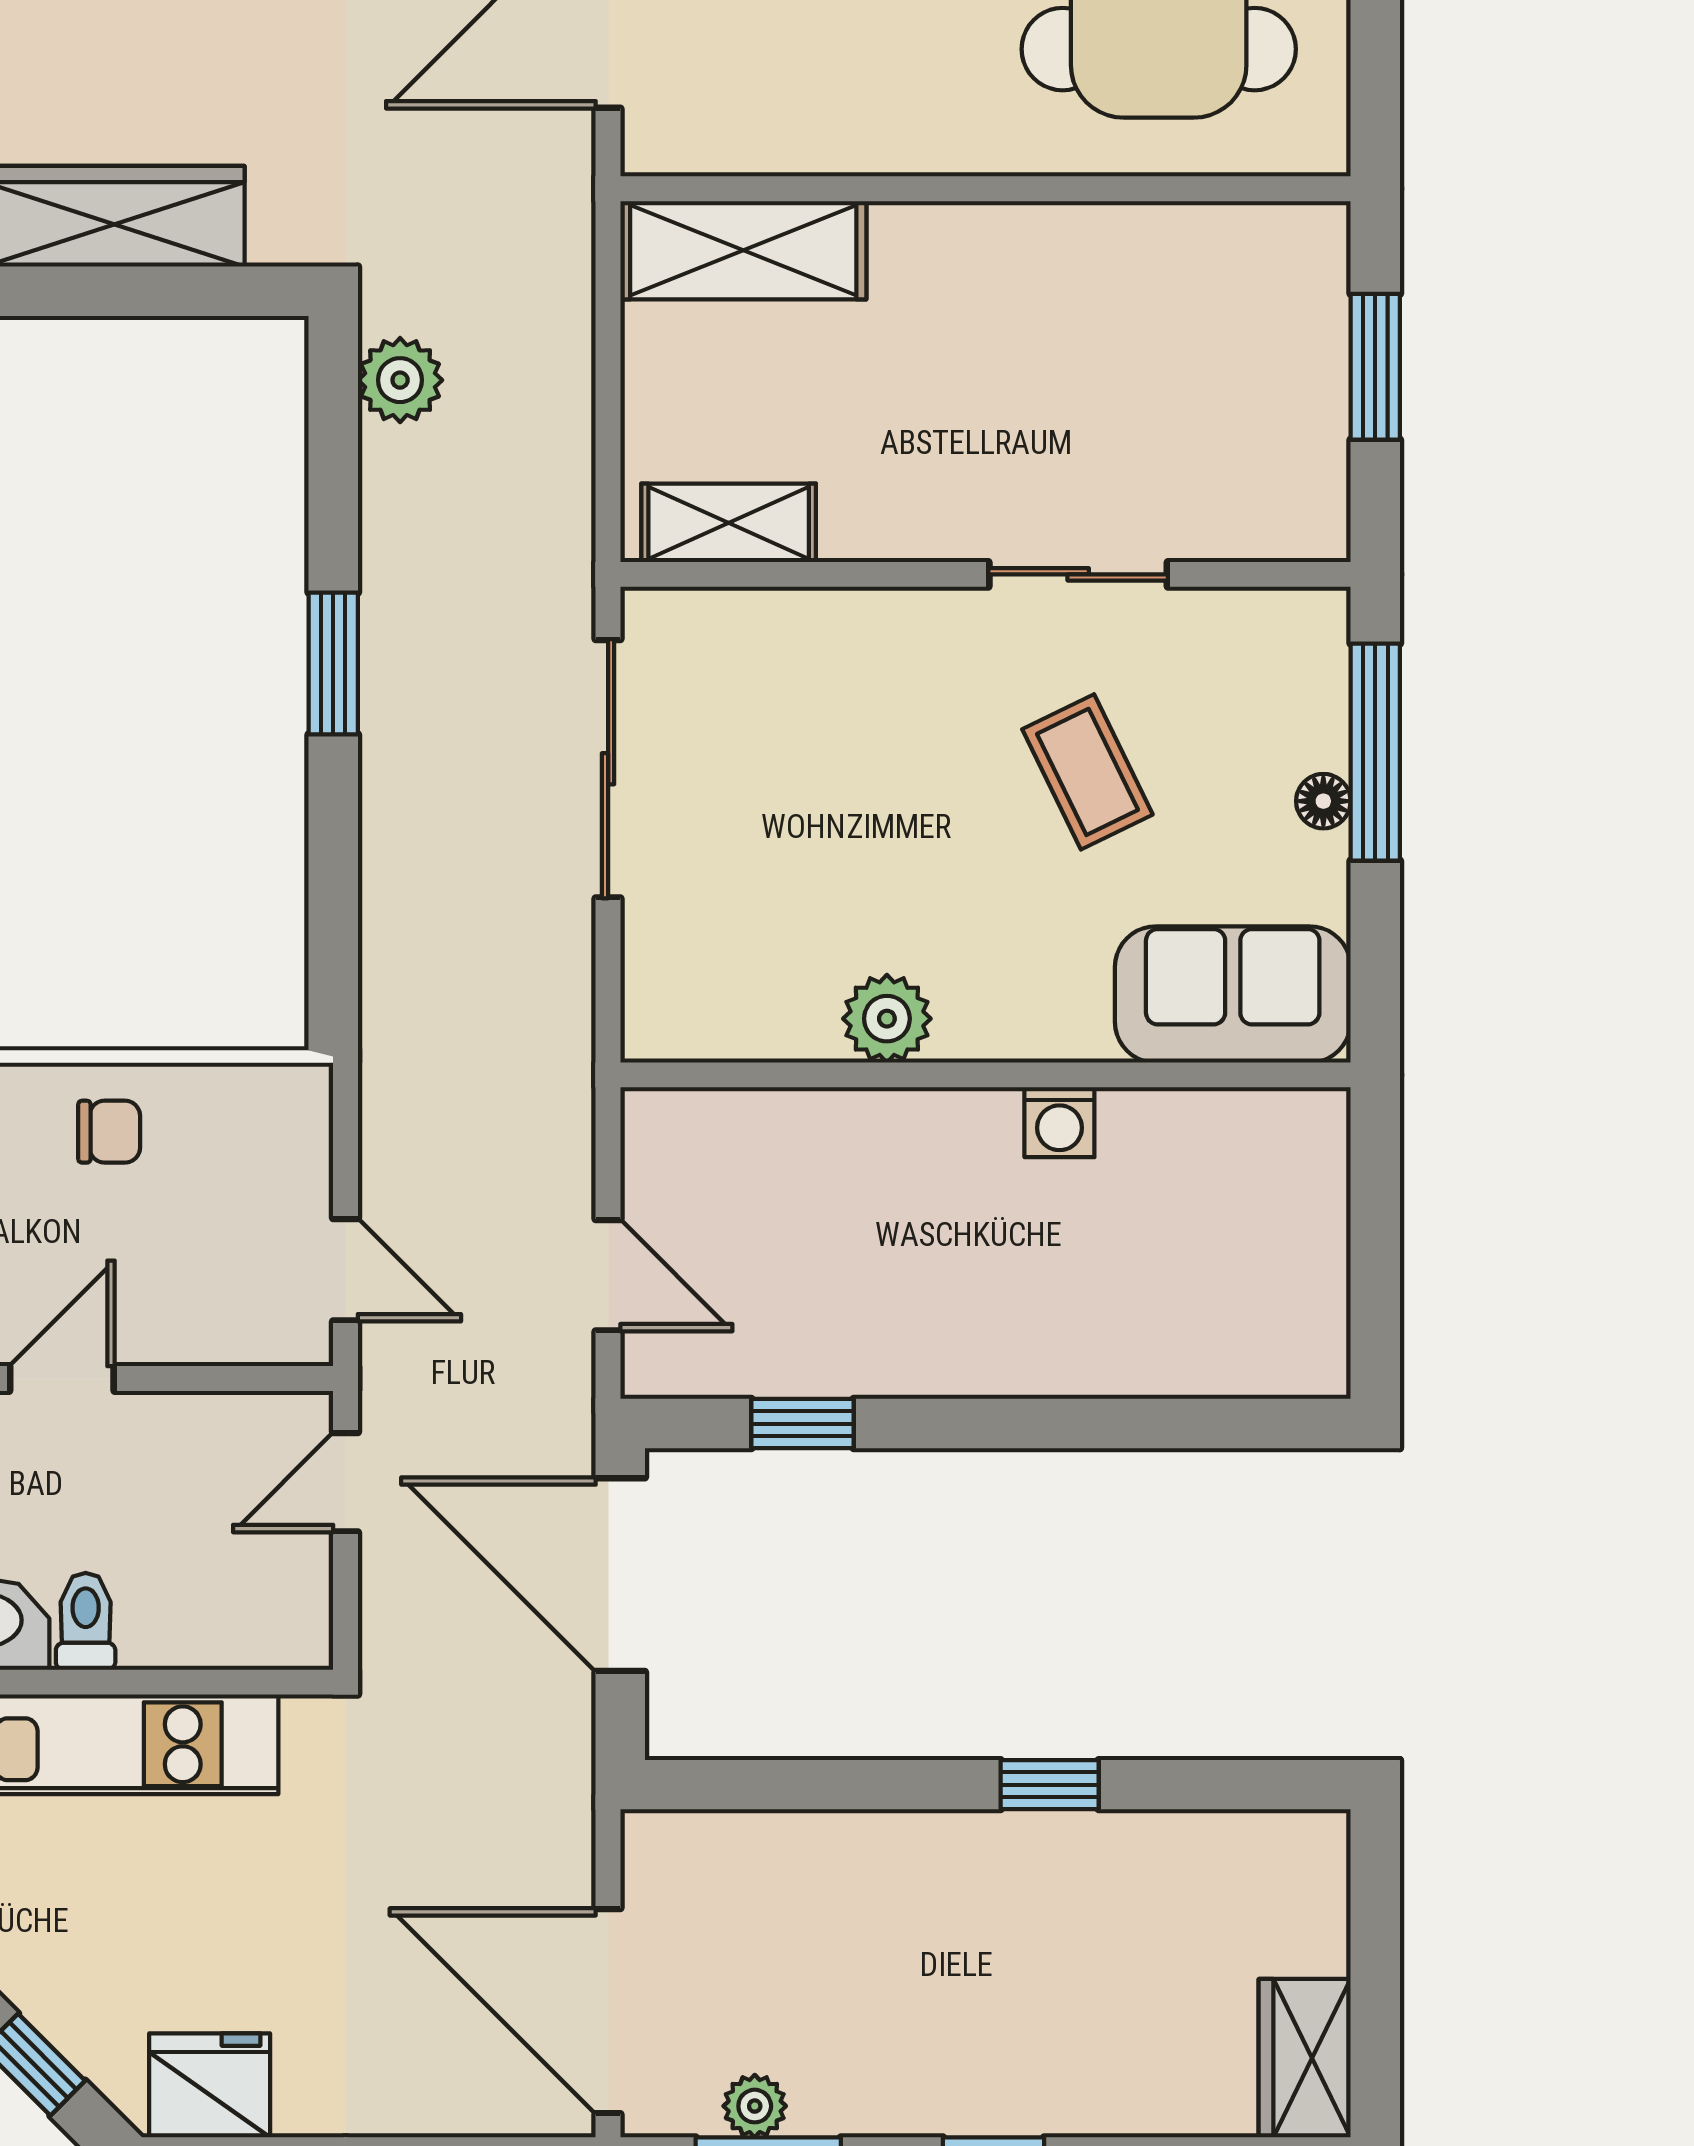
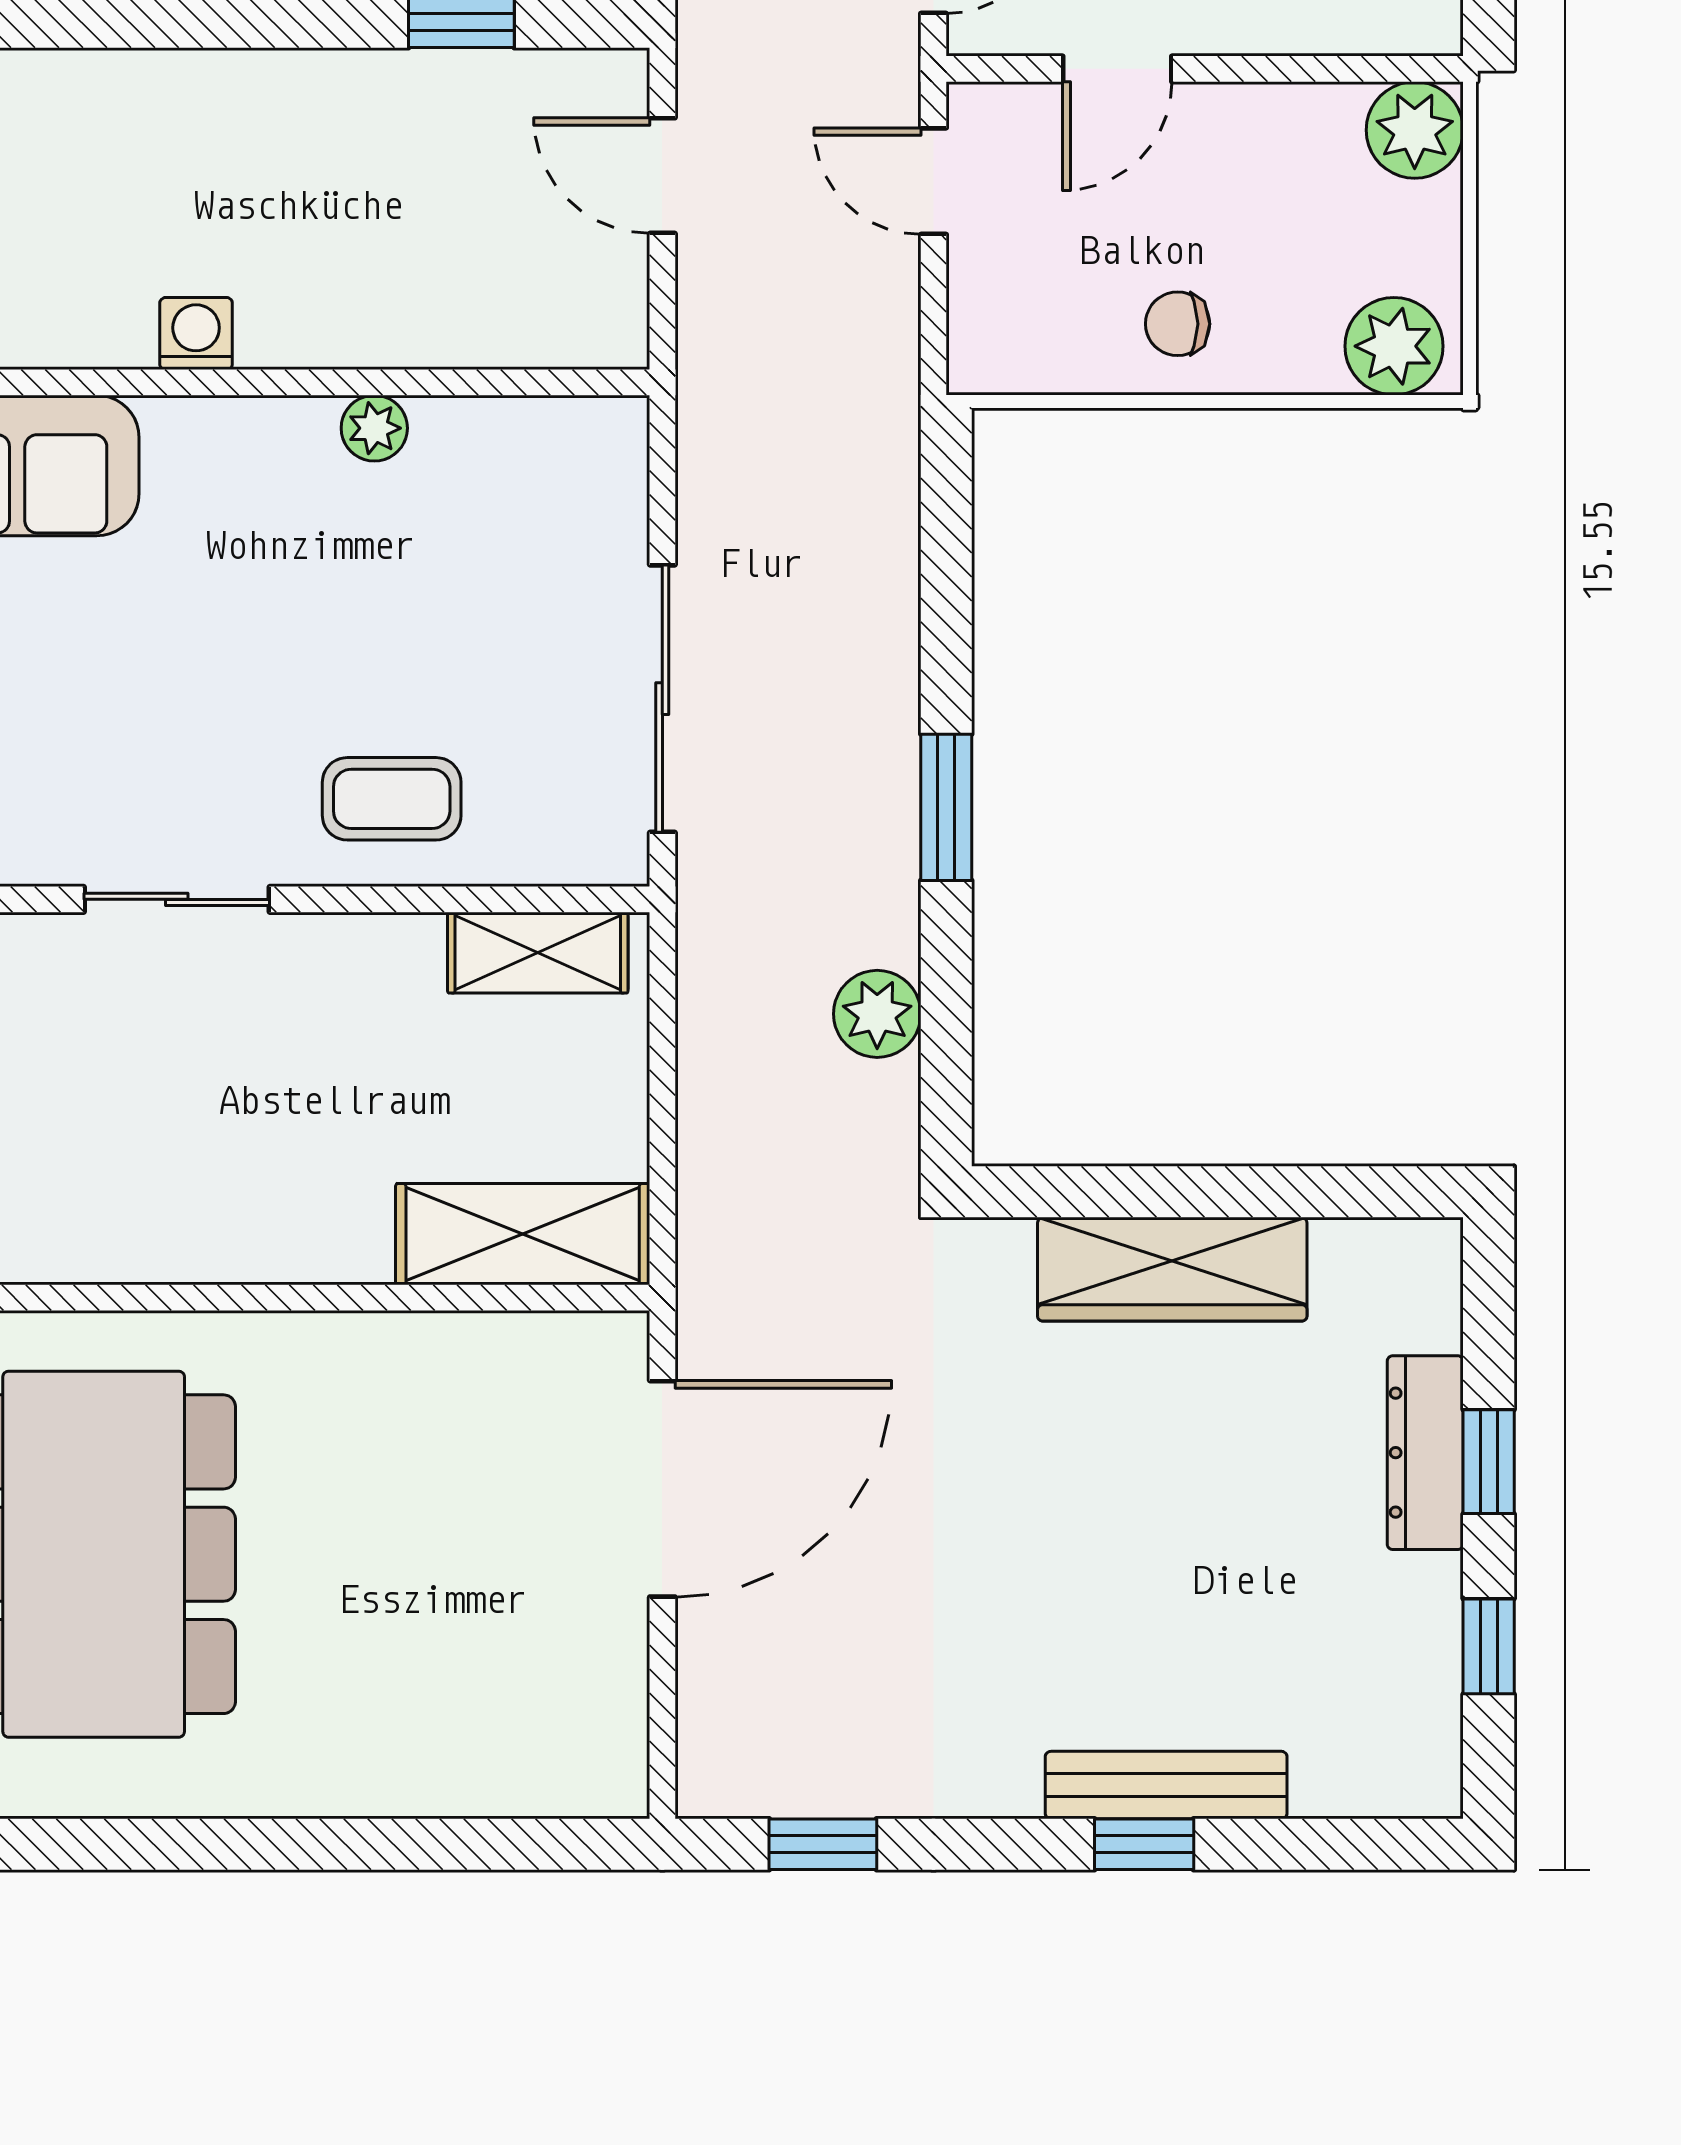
plant: (400, 380) -> (877, 1014), moved
coffee table: (1087, 772) -> (392, 799), moved, turned -64
plant: (887, 1019) -> (374, 428), width x0.73, depth x0.73
door: (62, 1378) -> (1117, 69), moved

